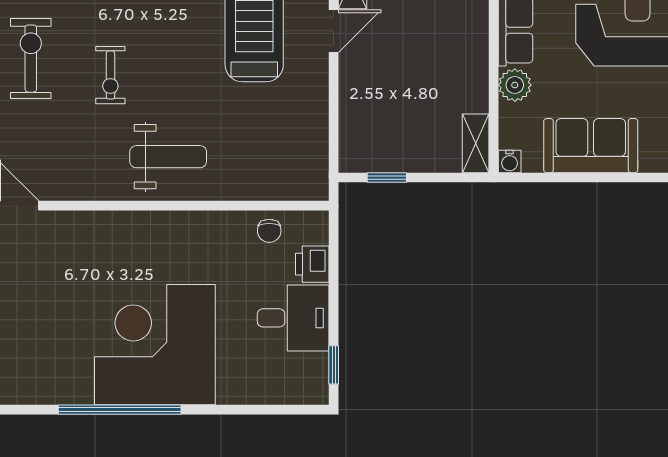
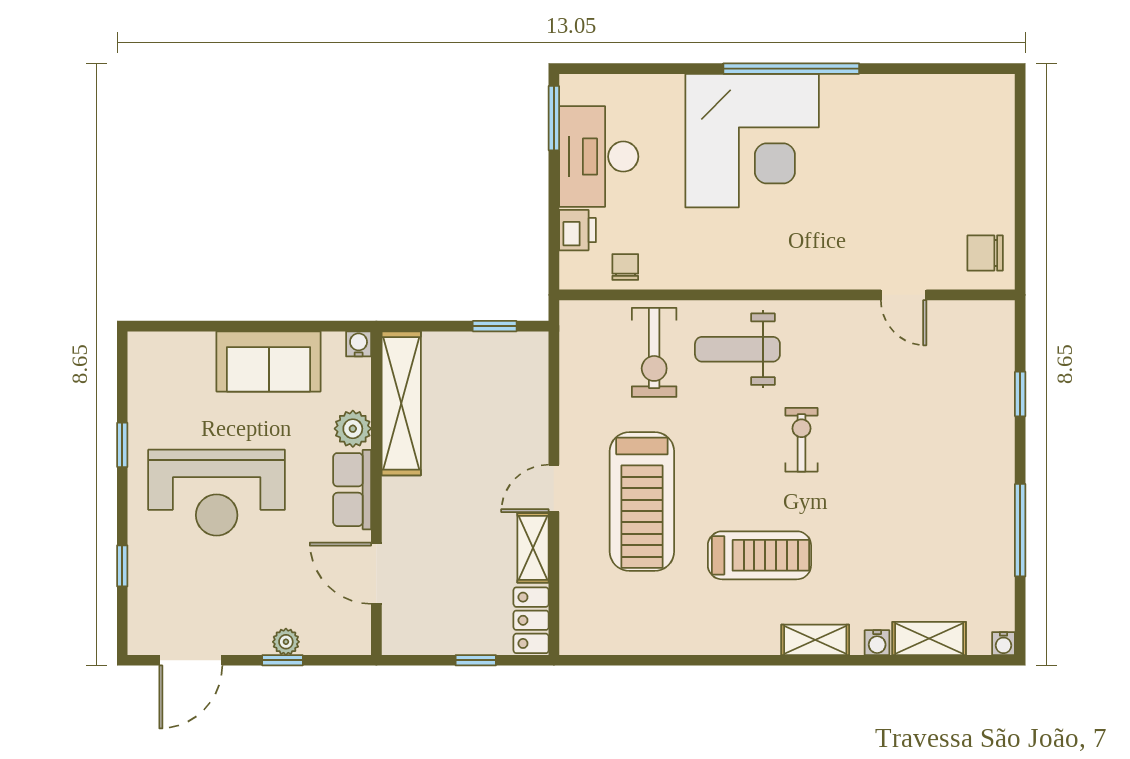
exercise bike: (31, 59) -> (654, 352), moved
shelving: (476, 143) -> (401, 403), width x2.20, depth x1.33
desk: (293, 318) -> (599, 157), width x1.37
window: (334, 365) -> (554, 118), width x1.50

